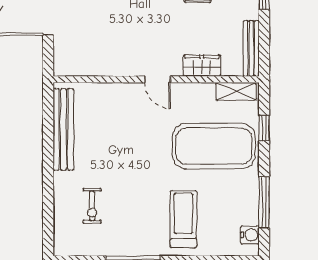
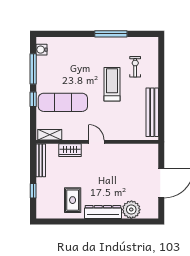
window: (264, 128) -> (33, 99), moved
exercise mat: (214, 146) -> (63, 102), width x0.68
treadmill: (183, 219) -> (112, 84), moved, turned 180

